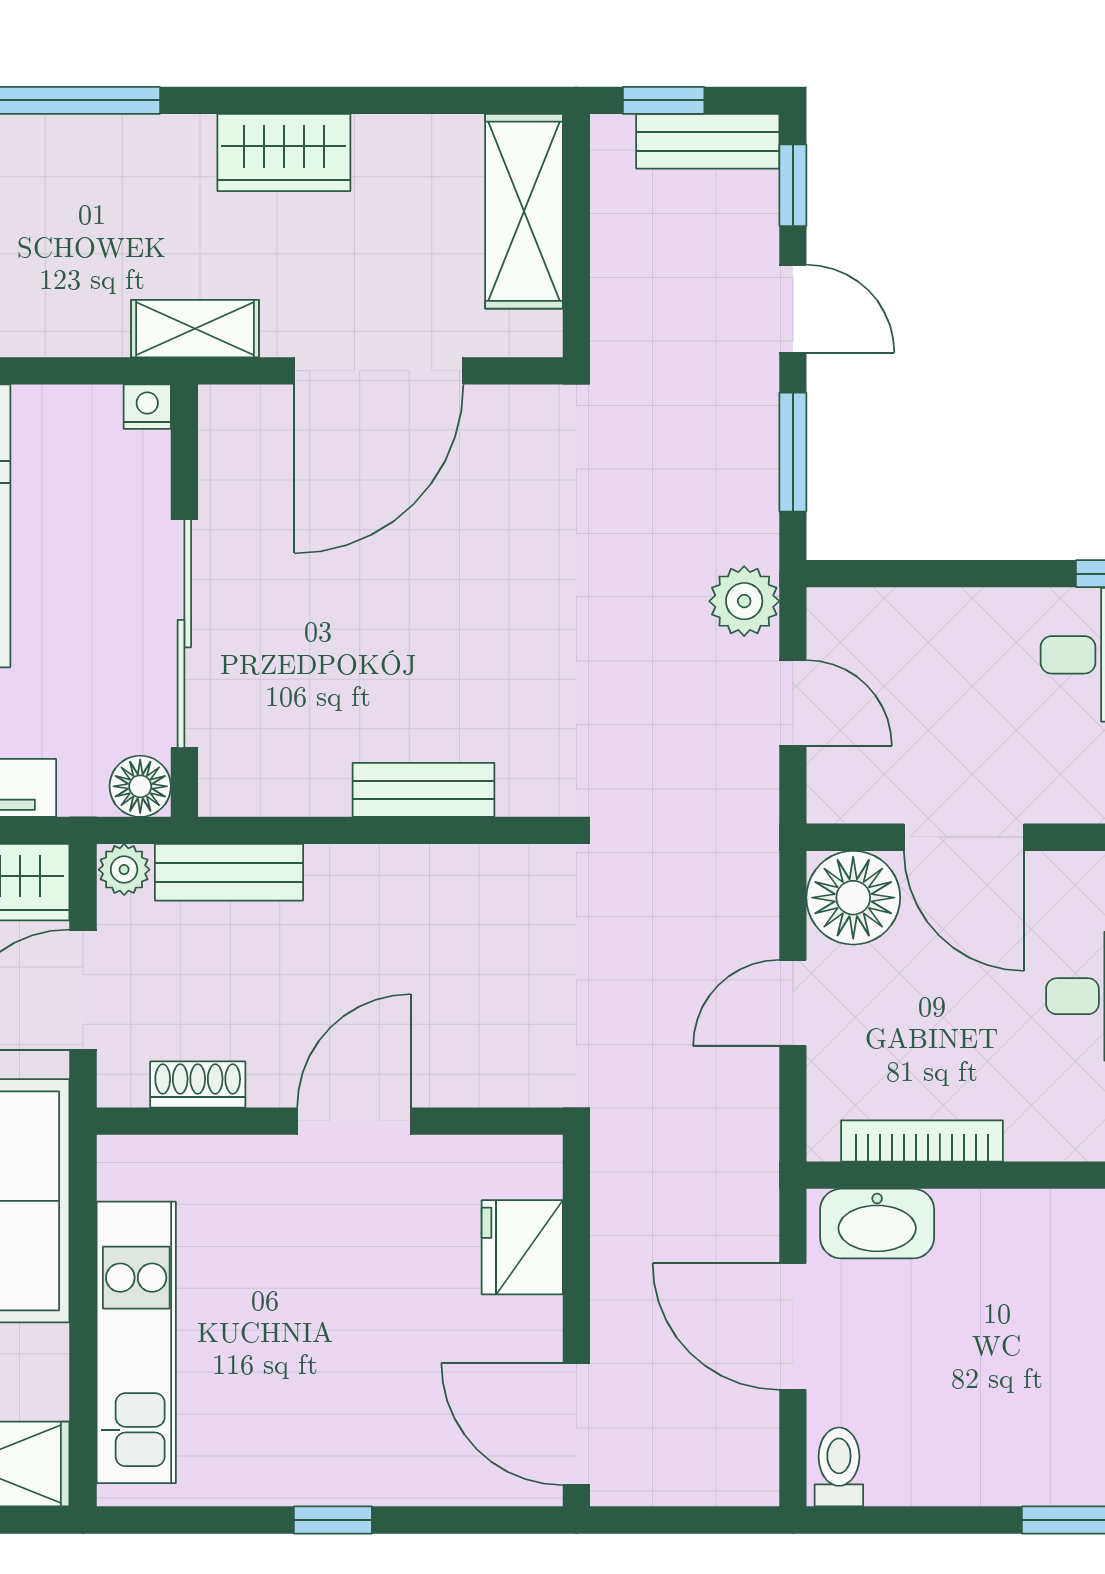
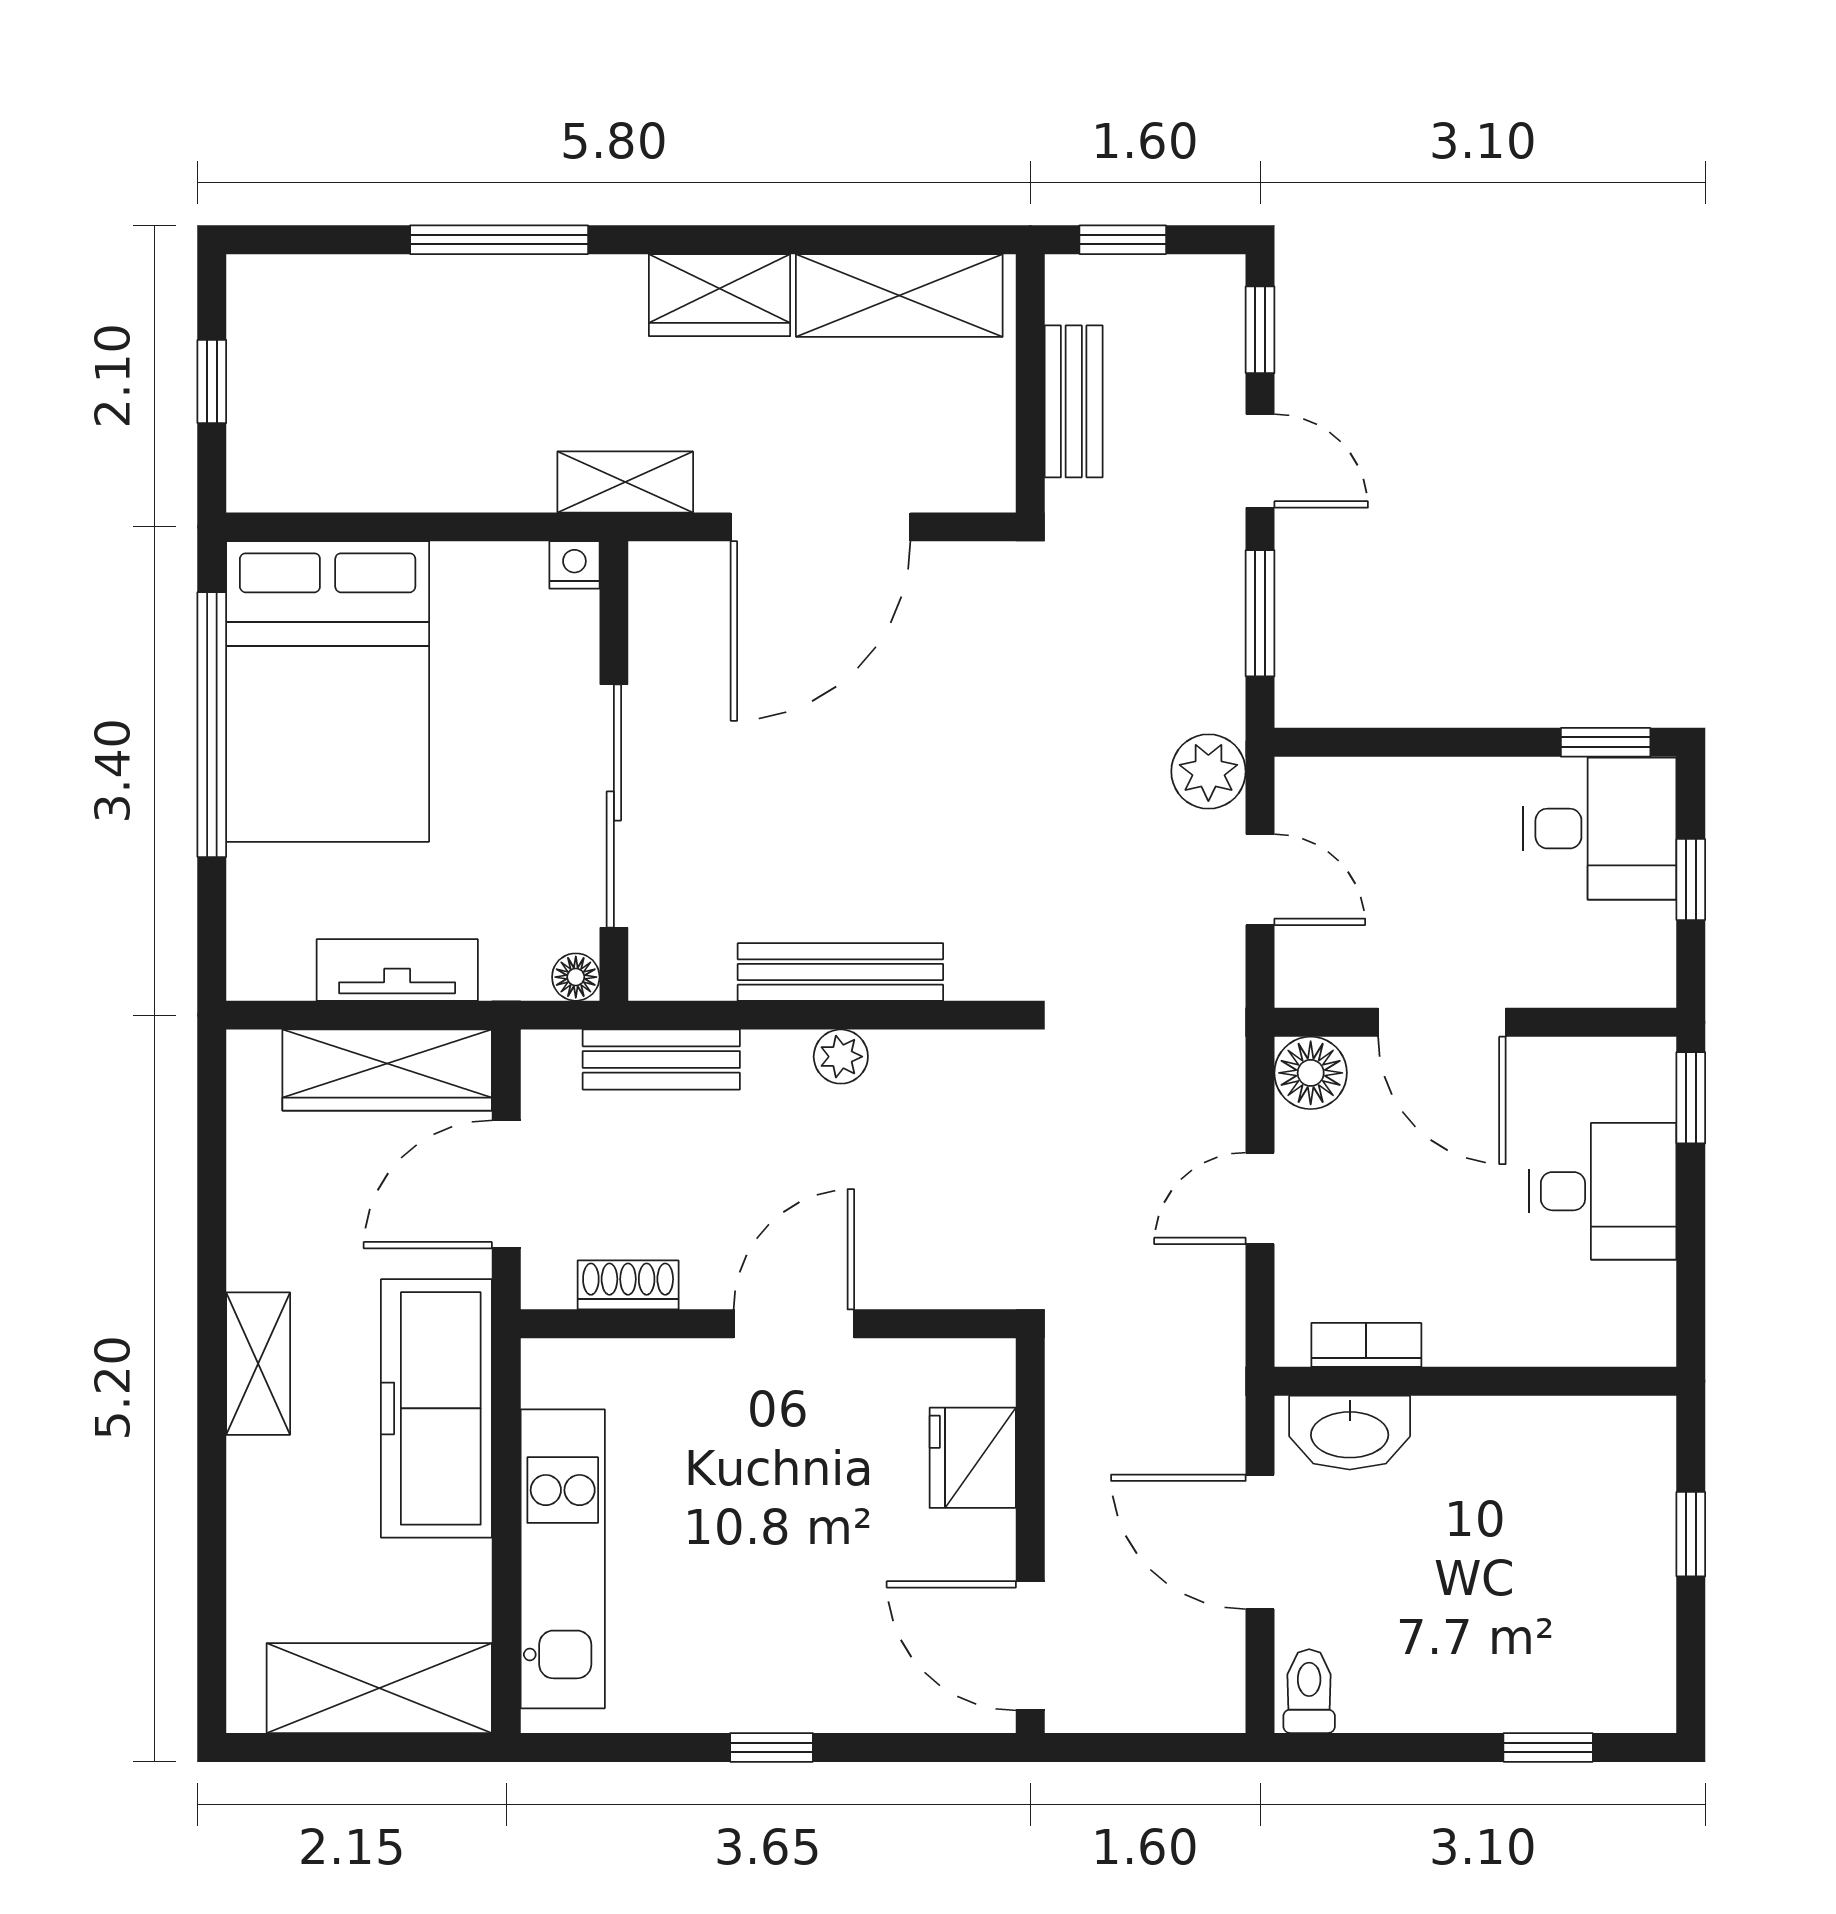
bench: (708, 141) -> (1074, 401), moved, turned 90
shelving: (524, 211) -> (899, 295), moved, turned 90
floor lamp: (140, 786) -> (576, 977), width x0.73, depth x0.73
bench: (424, 790) -> (840, 972), width x1.36
plant: (124, 870) -> (841, 1057), moved
floor lamp: (853, 898) -> (1311, 1073), width x0.73, depth x0.73
bookcase: (922, 1141) -> (1366, 1345), width x0.64

